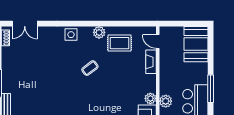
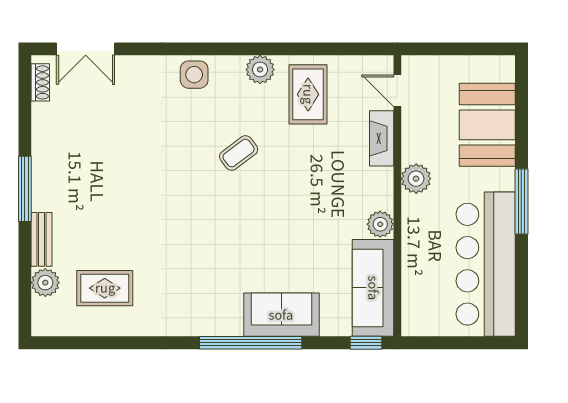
rug: (120, 43) -> (308, 94), turned 90
booth: (196, 44) -> (487, 125), moved
plant: (166, 101) -> (416, 179), moved

